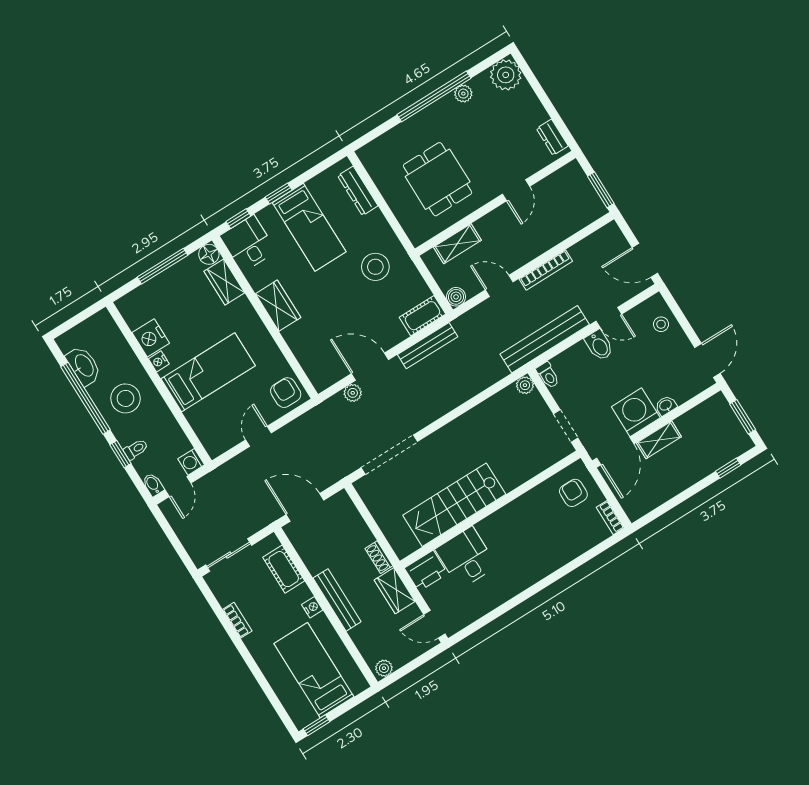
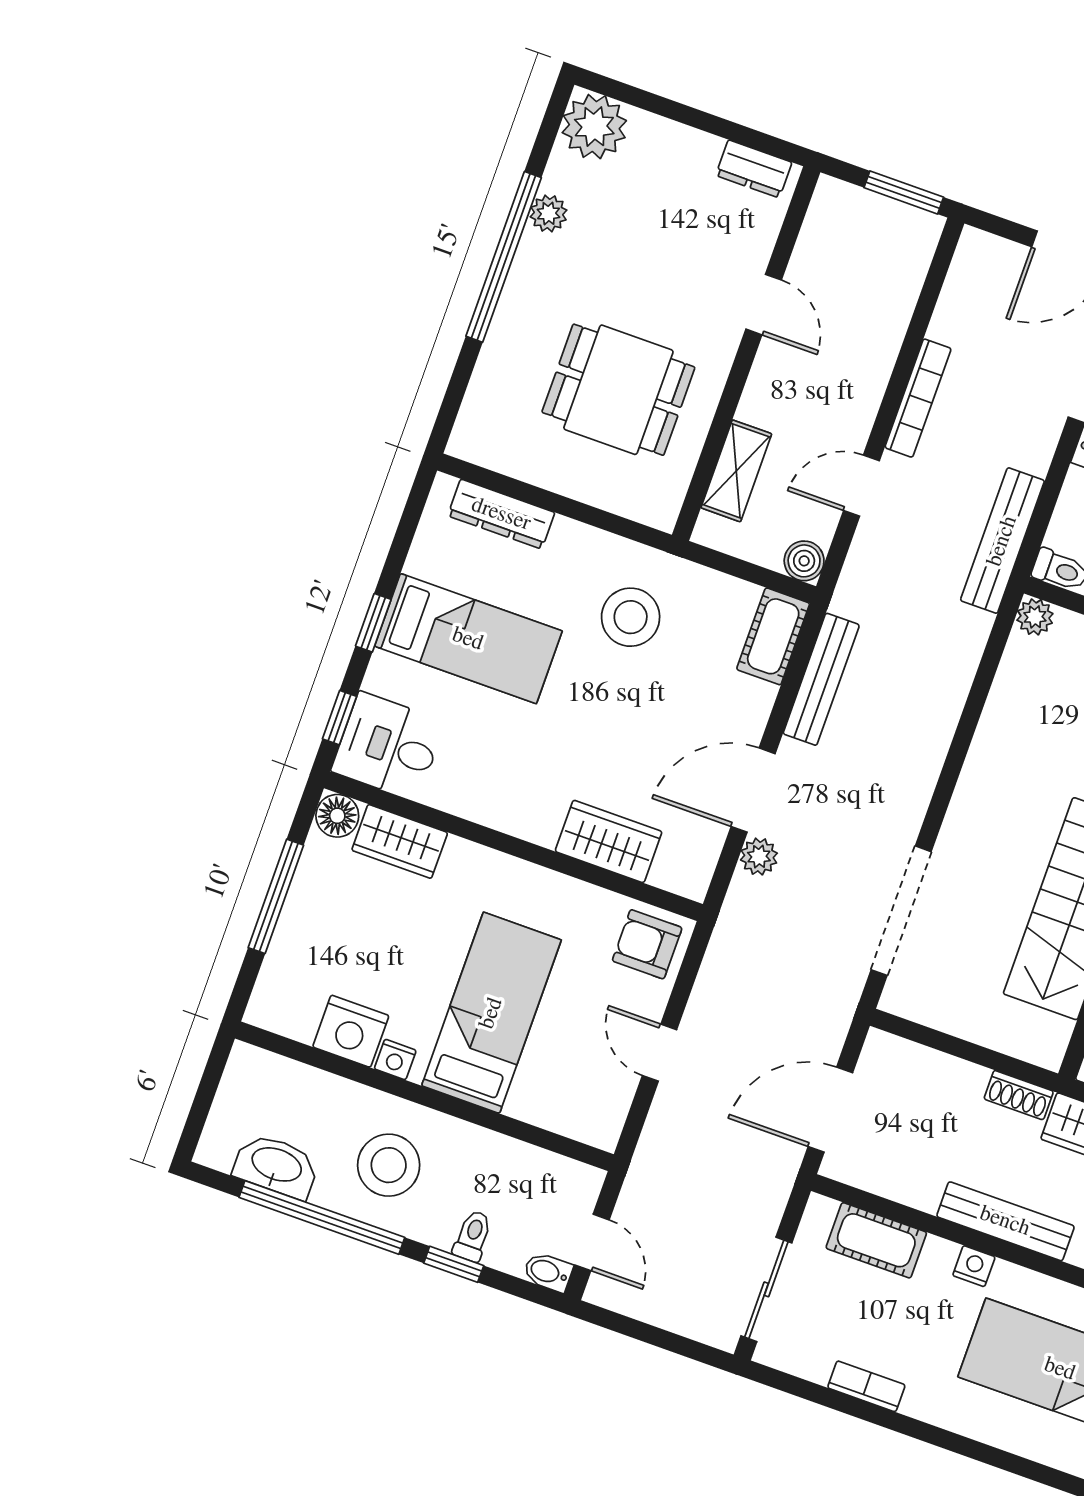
wardrobe: (278, 306) -> (609, 841), moved
bench: (545, 339) -> (1002, 541), width x0.73, depth x0.82
washing machine: (191, 462) -> (581, 1184), removed

